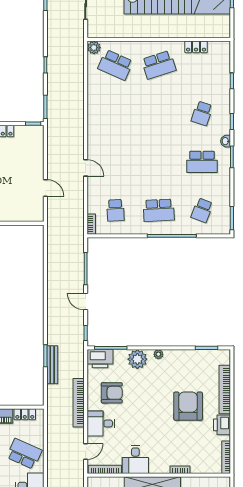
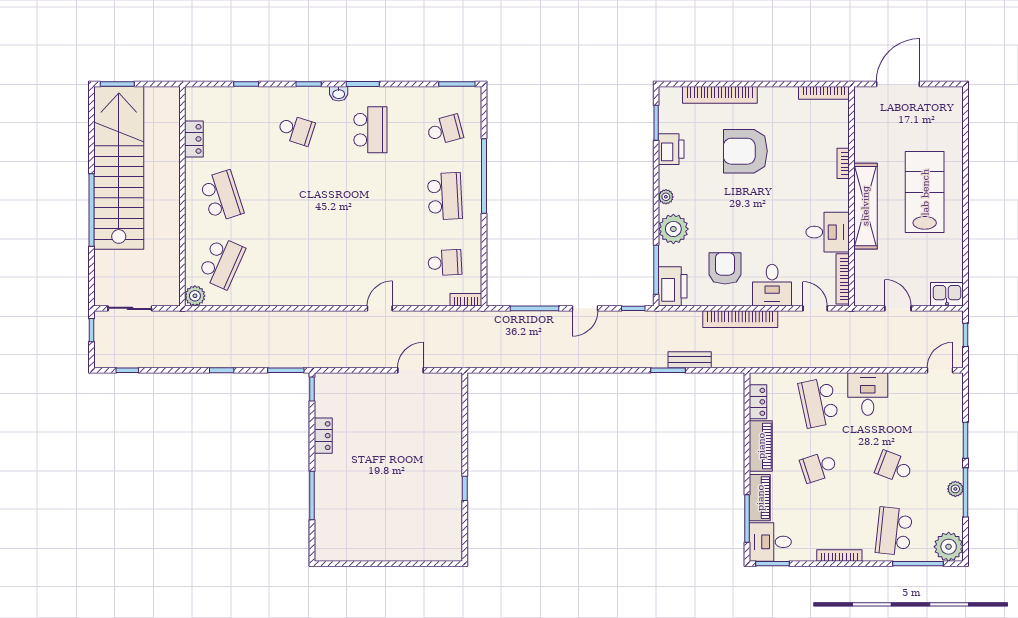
school desk: (202, 210) -> (445, 130), turned -36
bench: (52, 365) -> (690, 360), width x0.73
printer: (222, 425) -> (671, 149), moved, turned -90
school desk: (24, 454) -> (819, 403), turned -36

